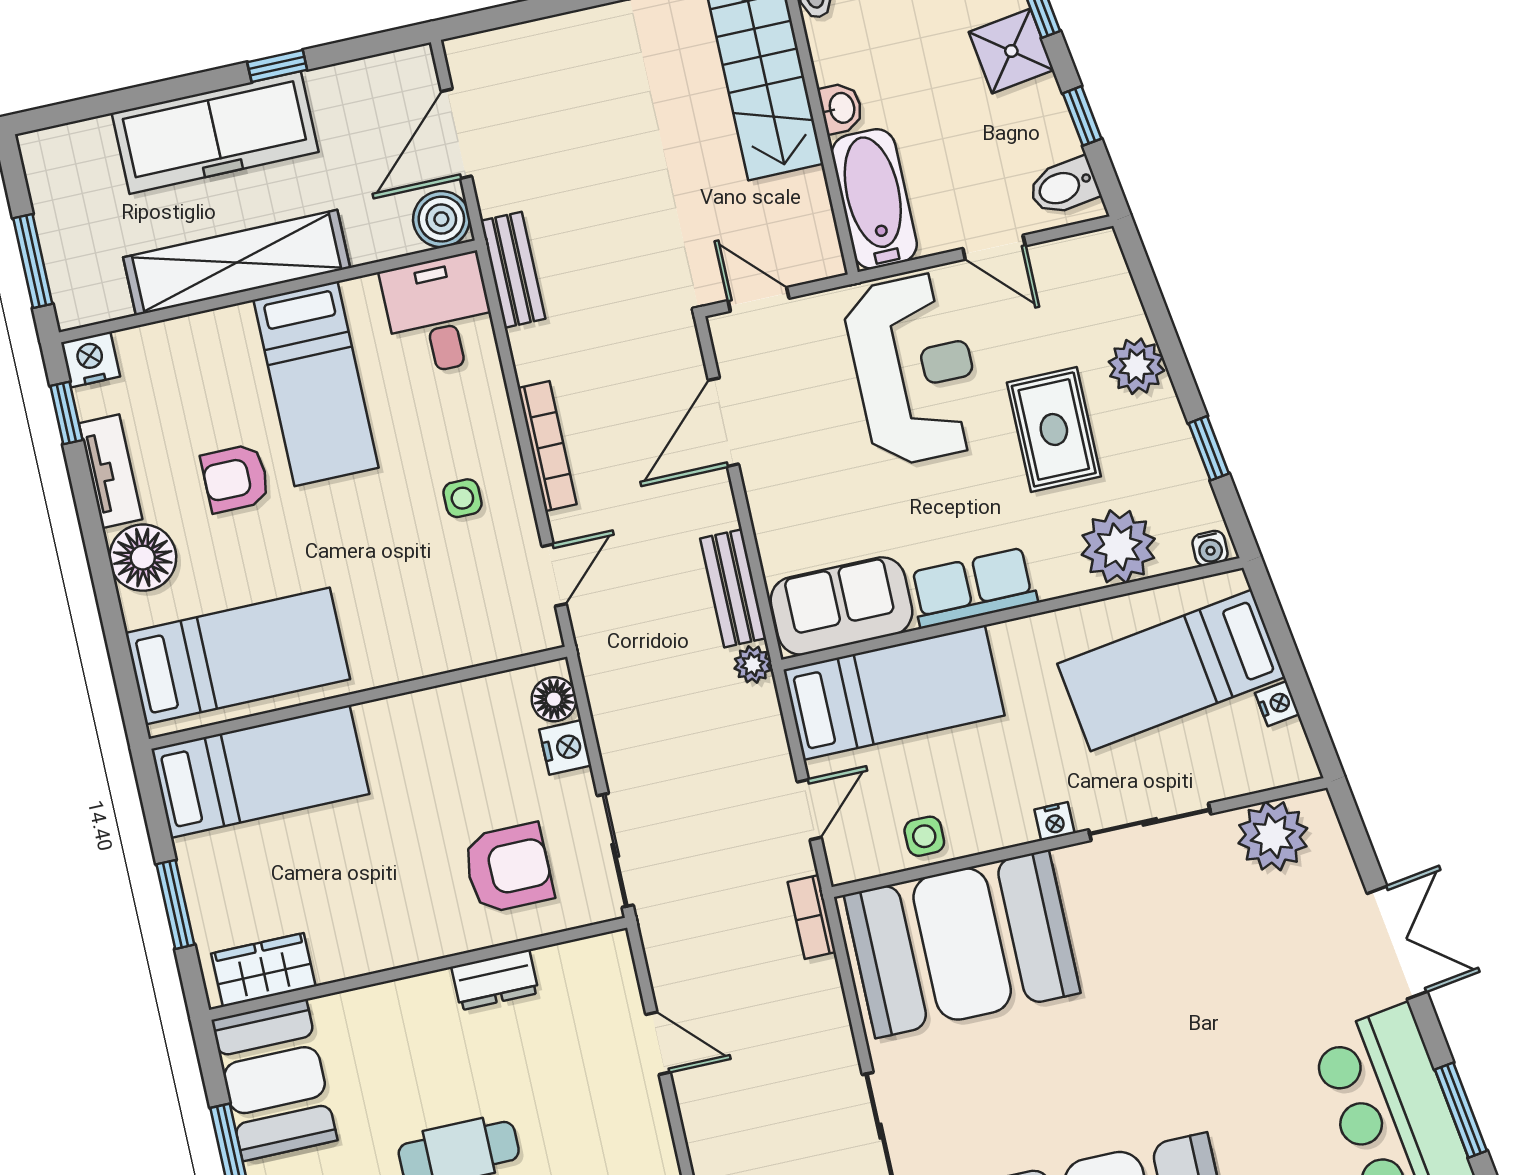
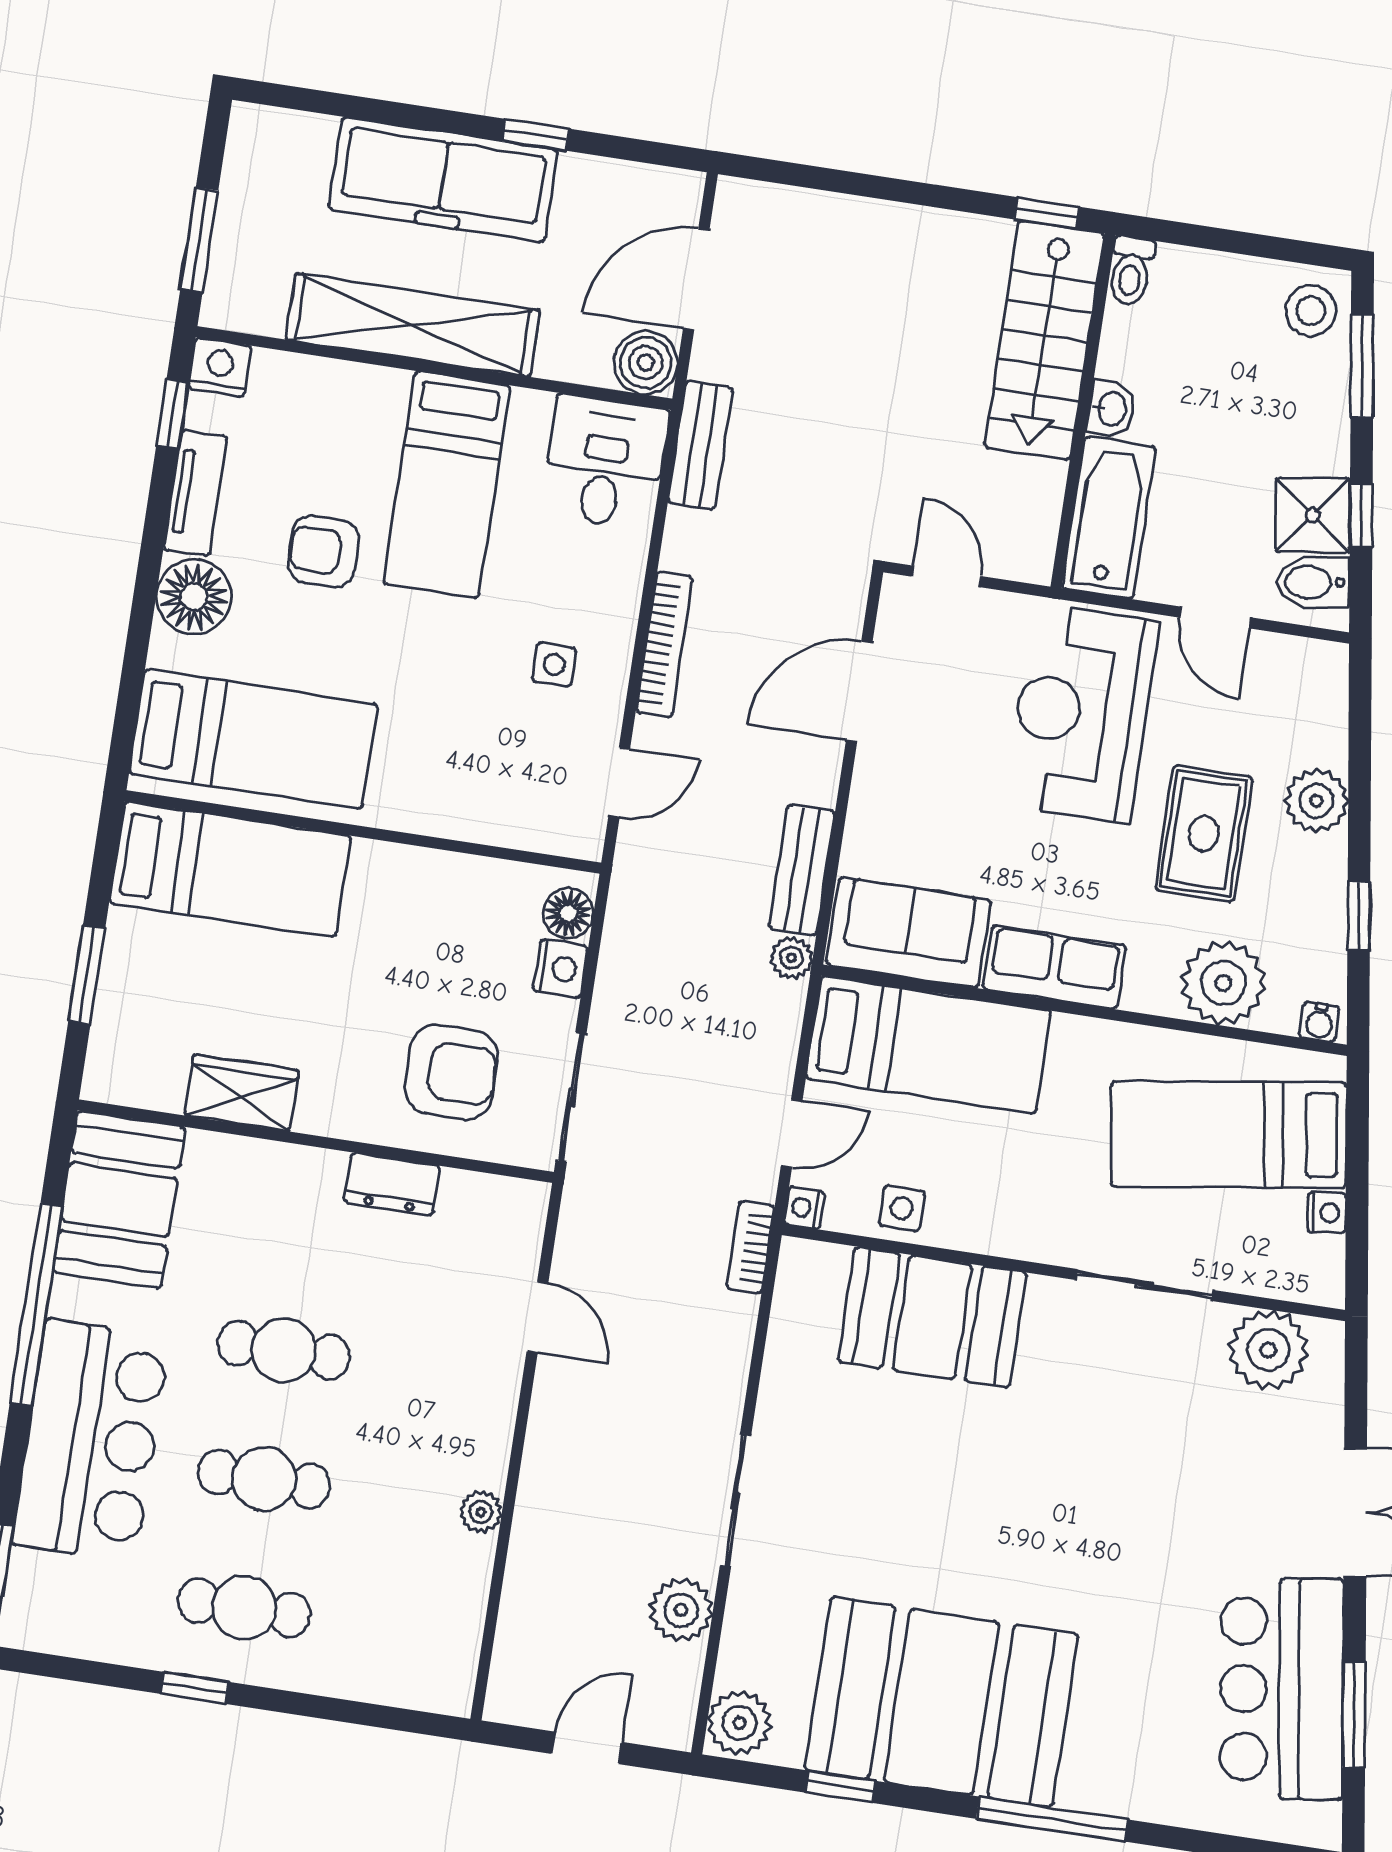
shower: (1011, 51) -> (1313, 515), moved
reception desk: (914, 369) -> (1082, 713), turned 180
nightstand: (1054, 821) -> (804, 1208), moved, turned 90
booth: (962, 944) -> (932, 1317), width x0.73, depth x0.70
wardrobe: (263, 970) -> (242, 1093), moved

